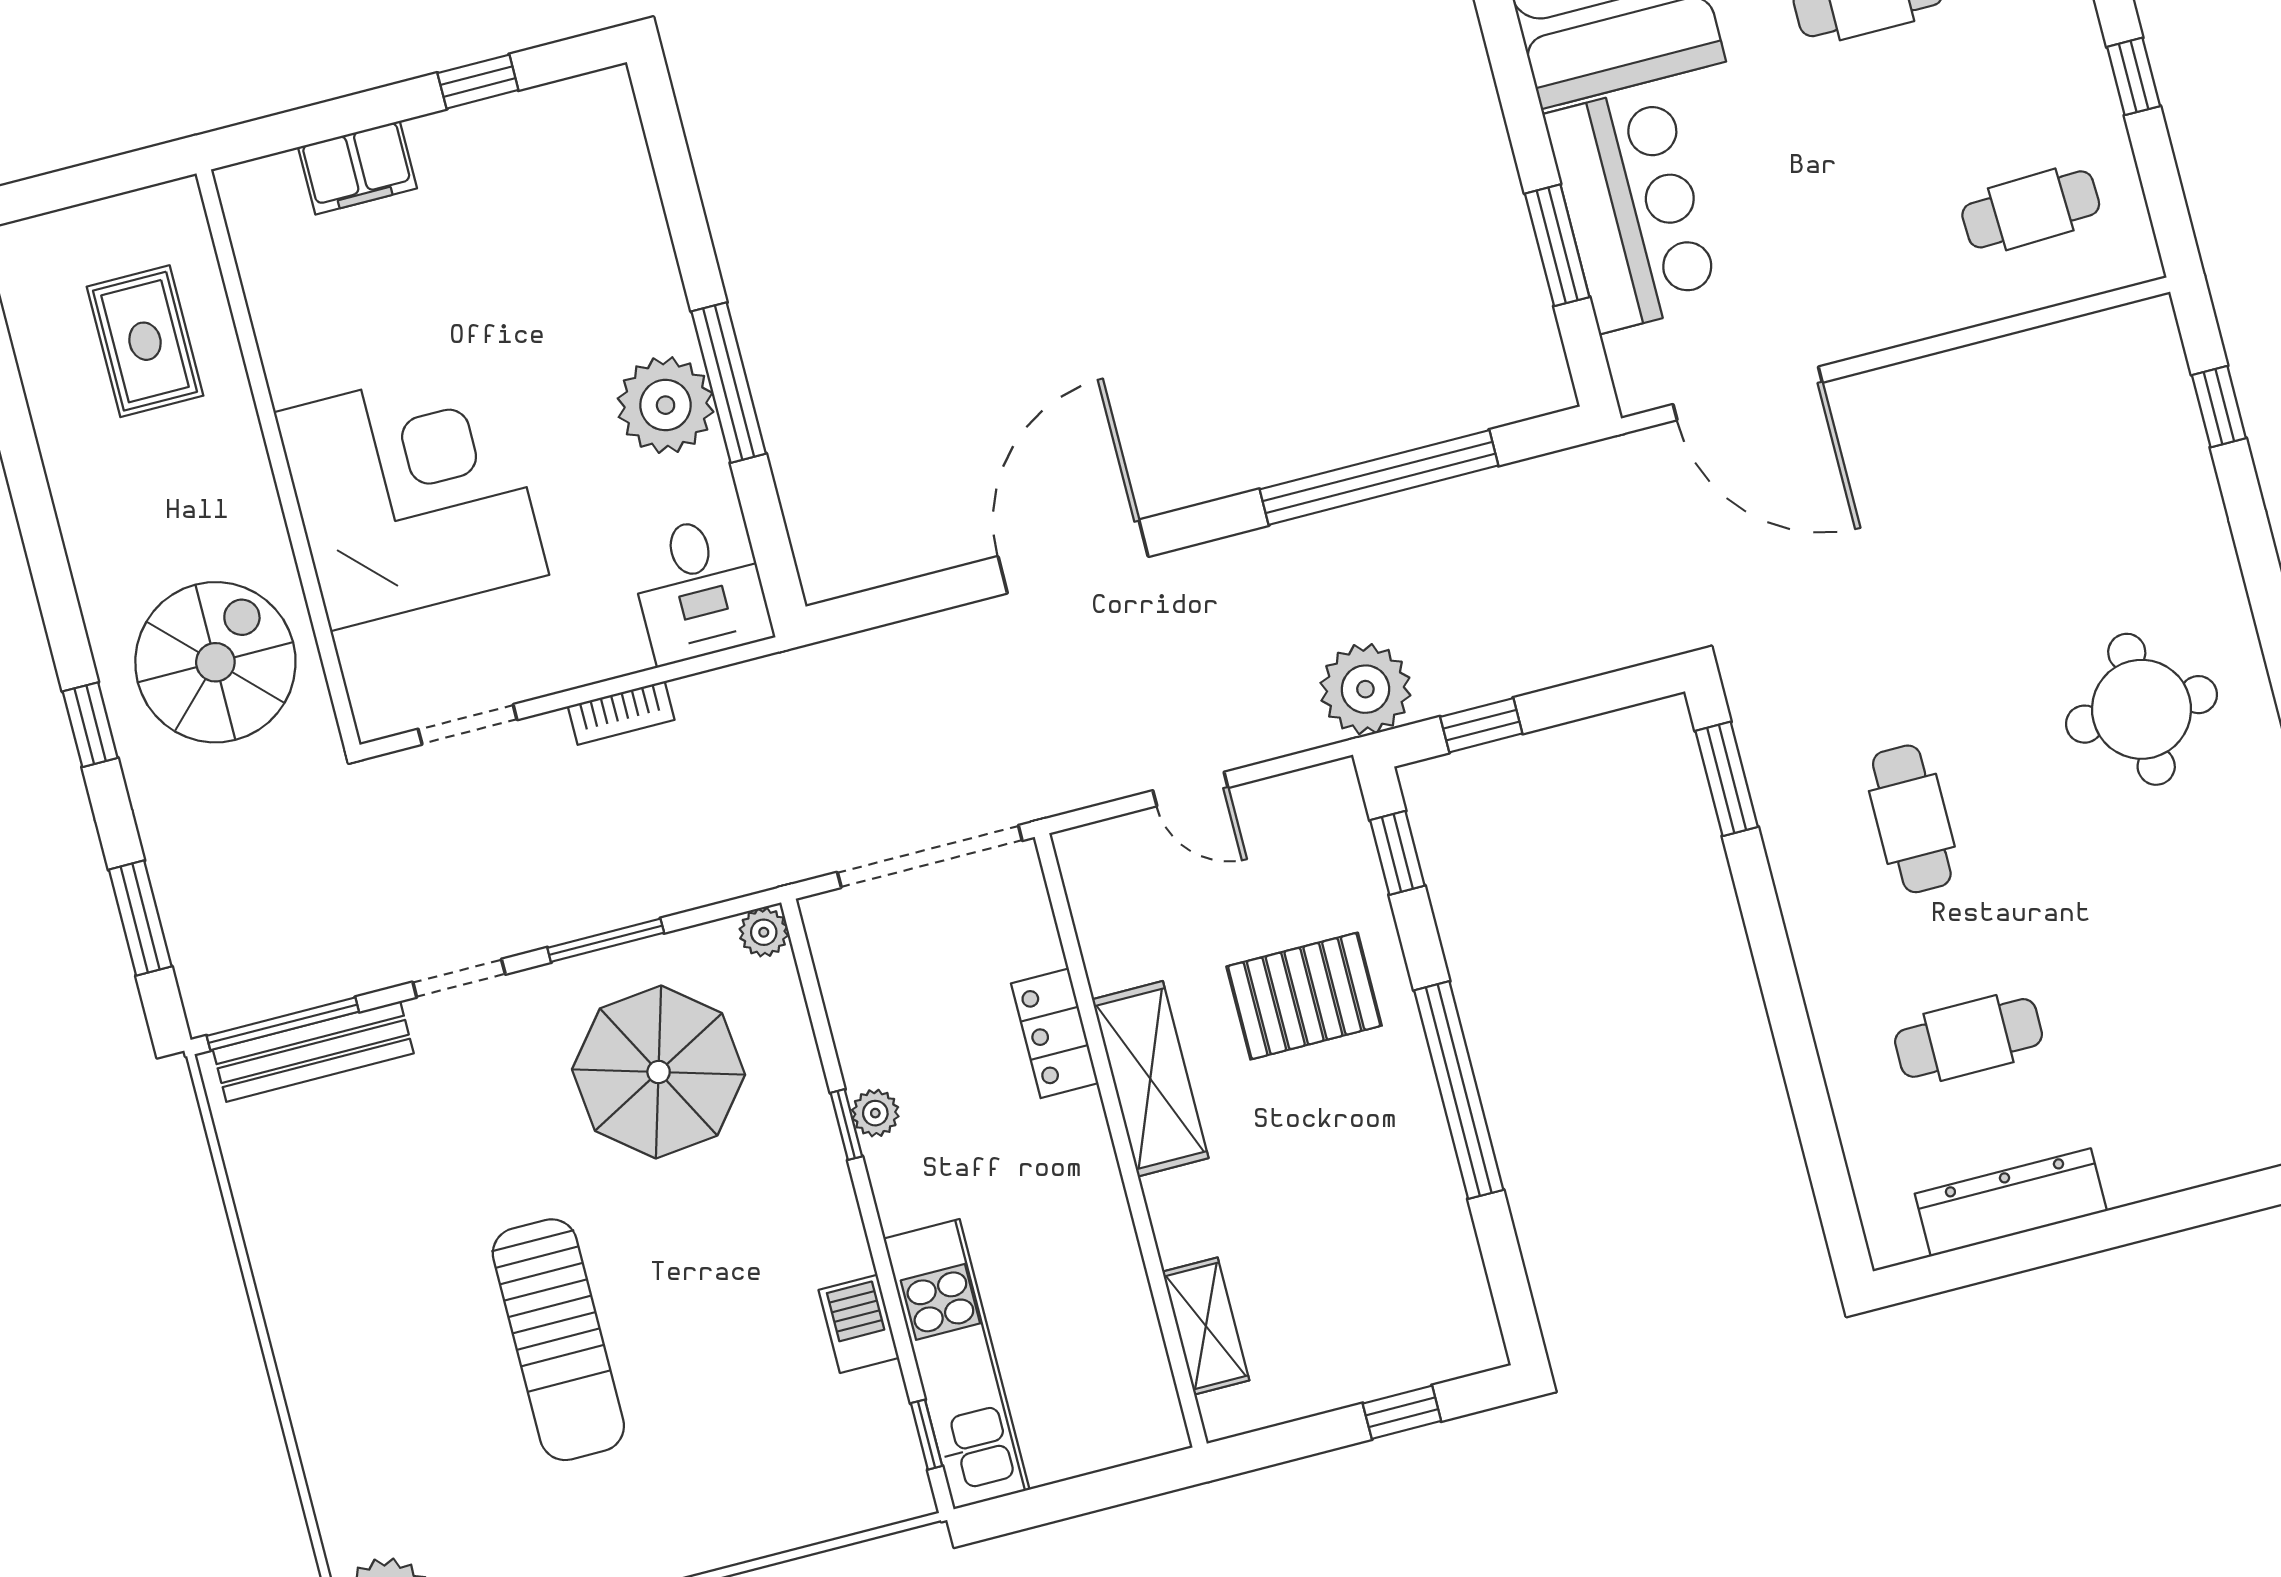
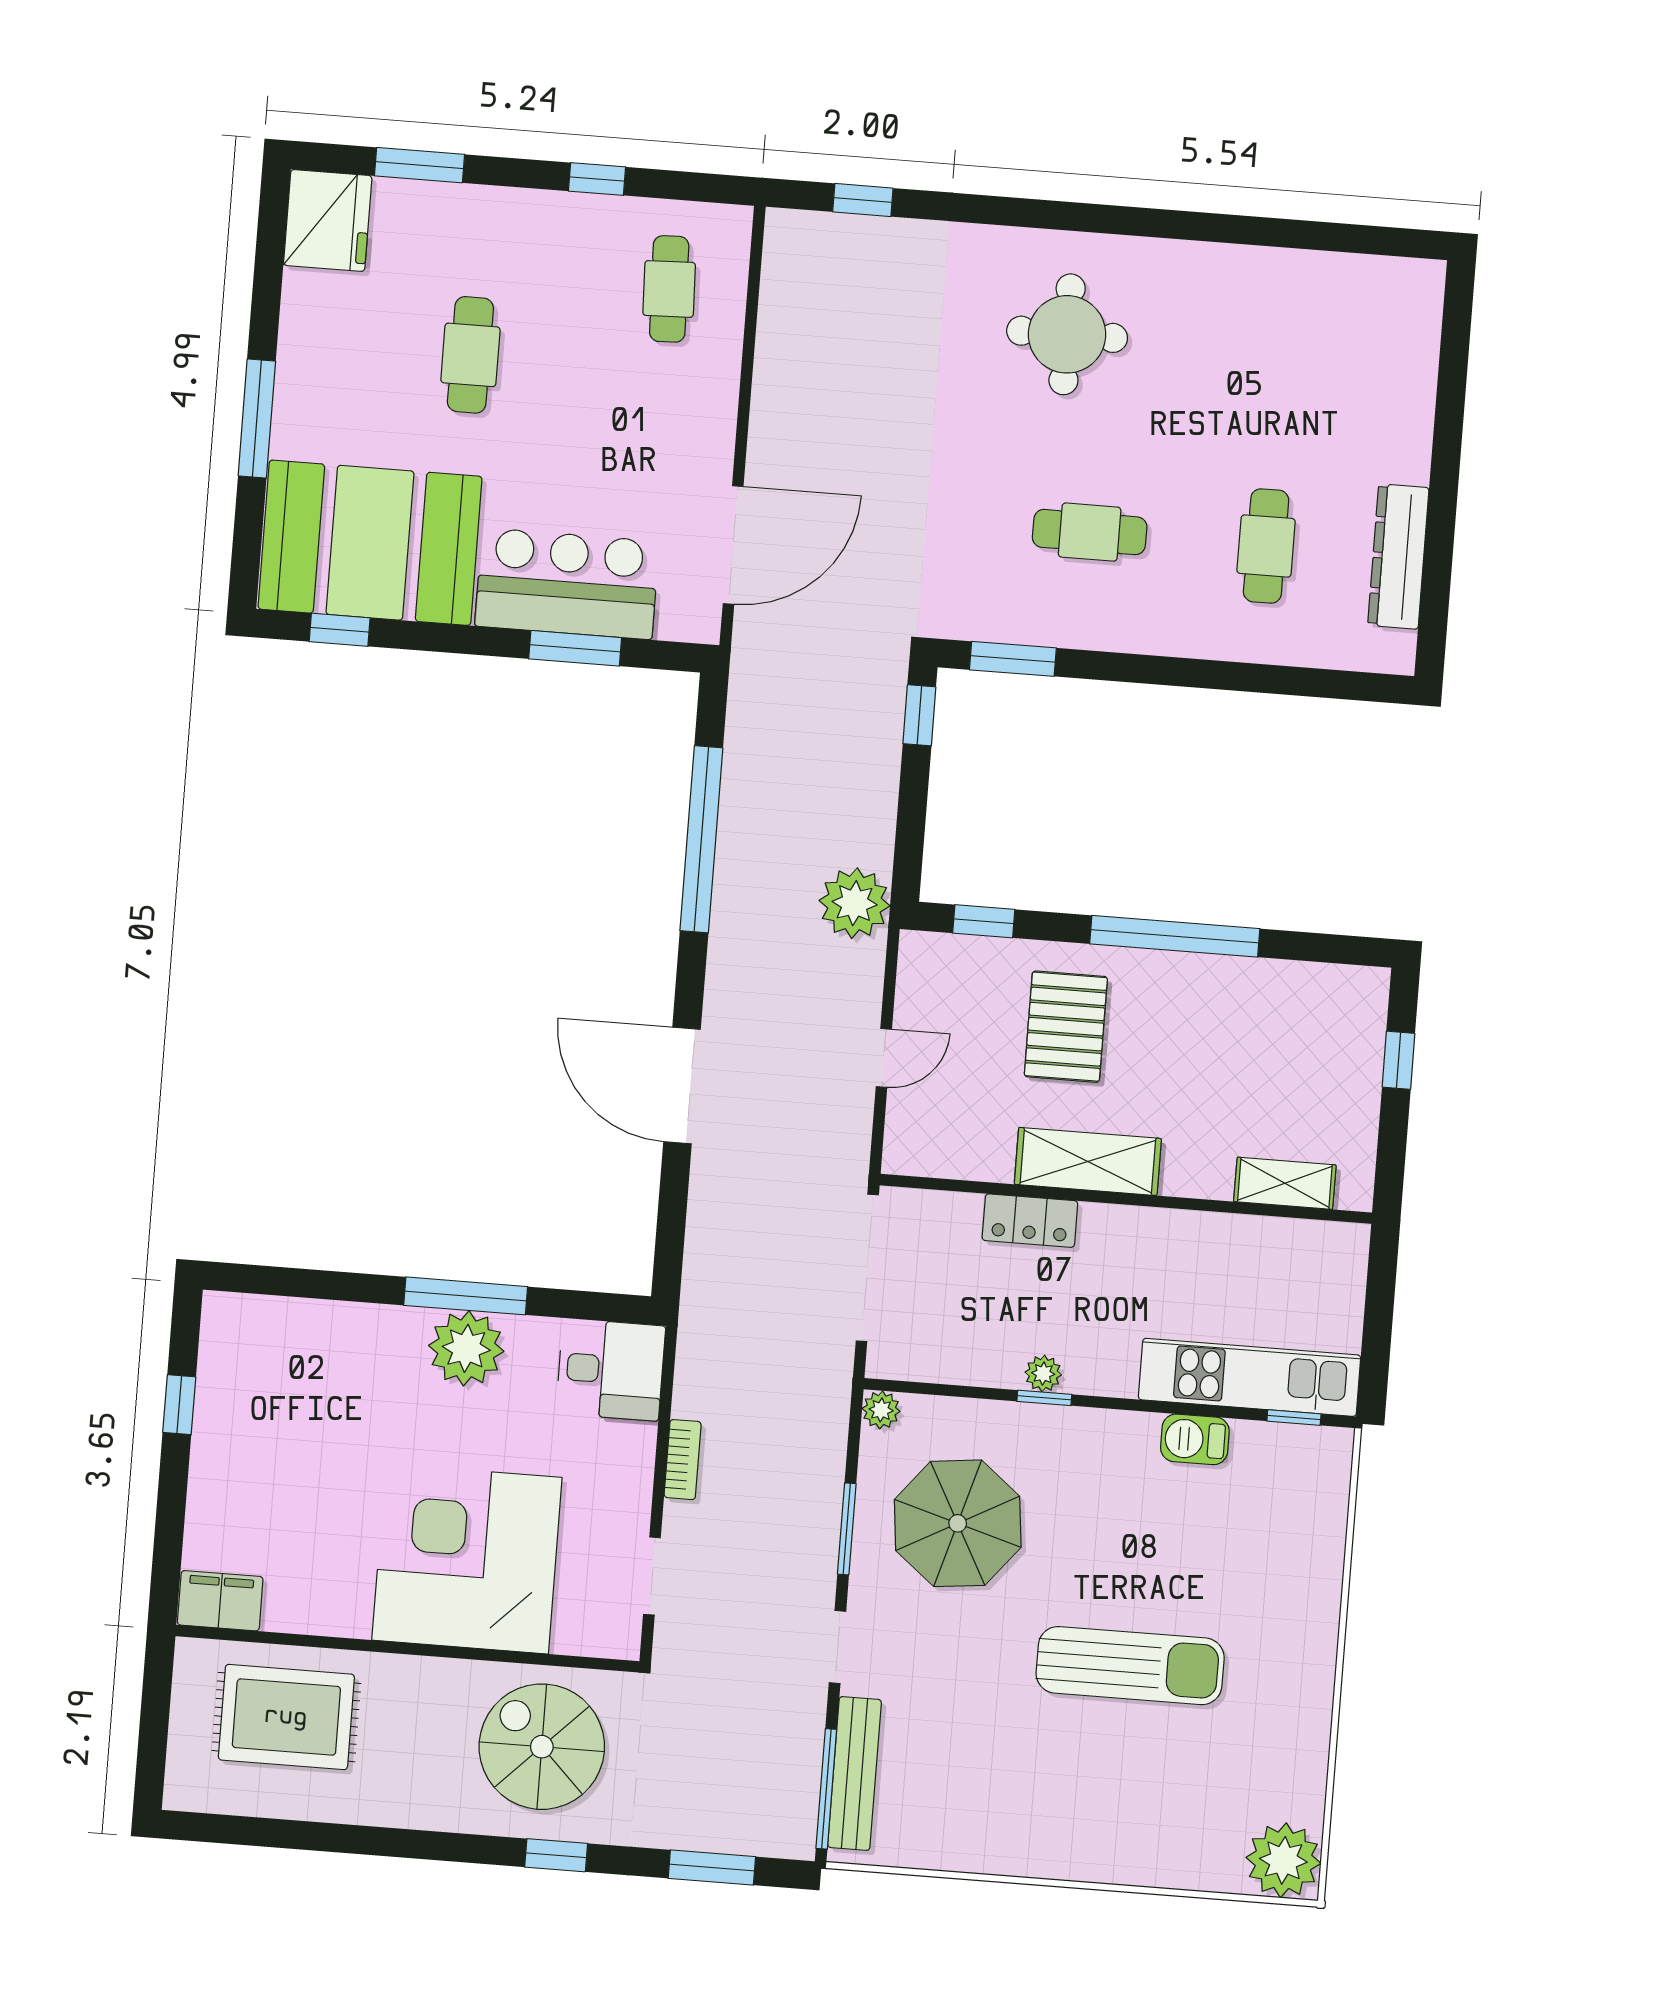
filing cabinet: (357, 168) -> (220, 1601), moved, turned -90
rug: (145, 341) -> (286, 1717), width x1.36, depth x1.43
window: (1481, 725) -> (919, 715), moved

